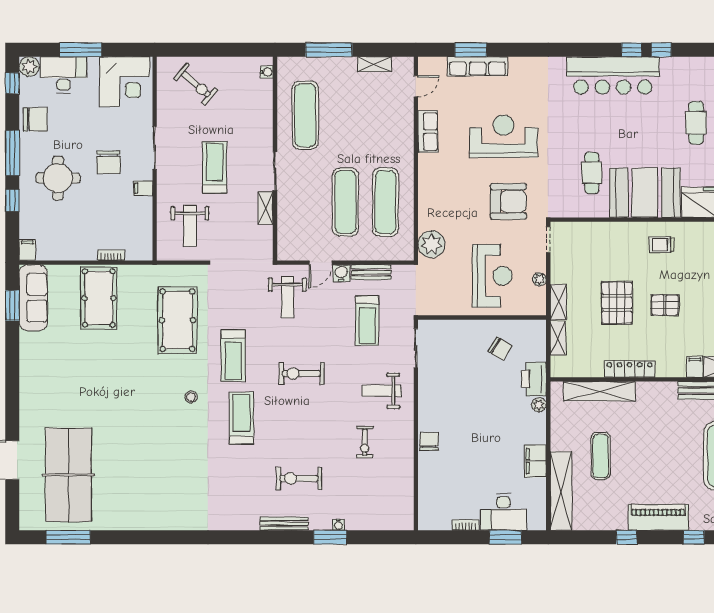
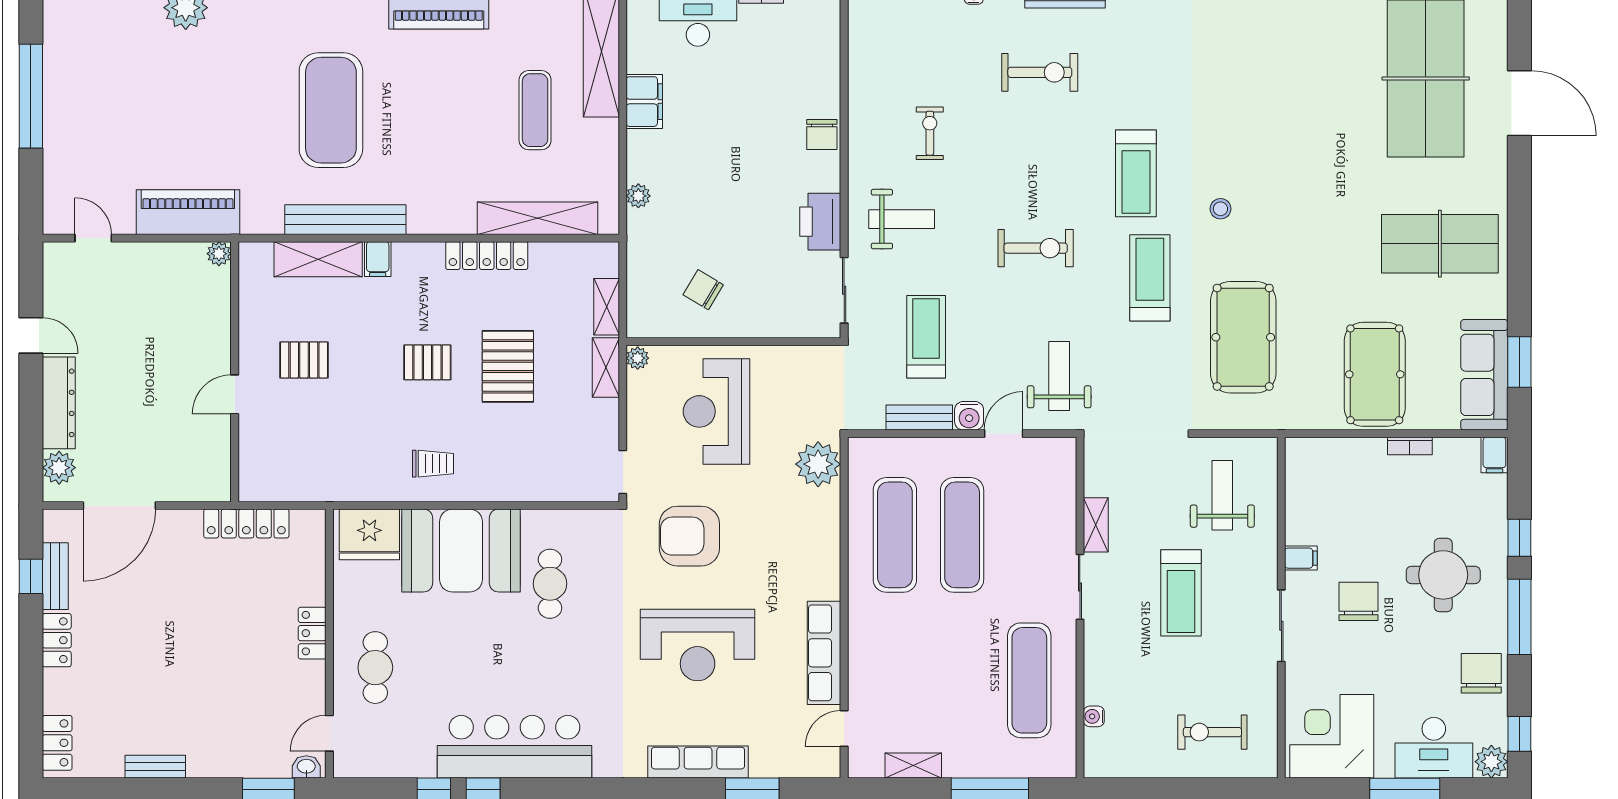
row of seats: (478, 66) -> (698, 762), moved
water cooler: (267, 72) -> (1094, 716), moved
exercise bike: (196, 84) -> (1212, 732), turned -41
chair: (35, 119) -> (1481, 673), turned 90
row of seats: (428, 132) -> (824, 653), width x1.48
bookcase: (111, 255) -> (1410, 446), moved
plant: (539, 279) -> (638, 358), moved
table tennis table: (60, 376) -> (1440, 244), added
printer: (534, 379) -> (820, 222), moved, turned 180

